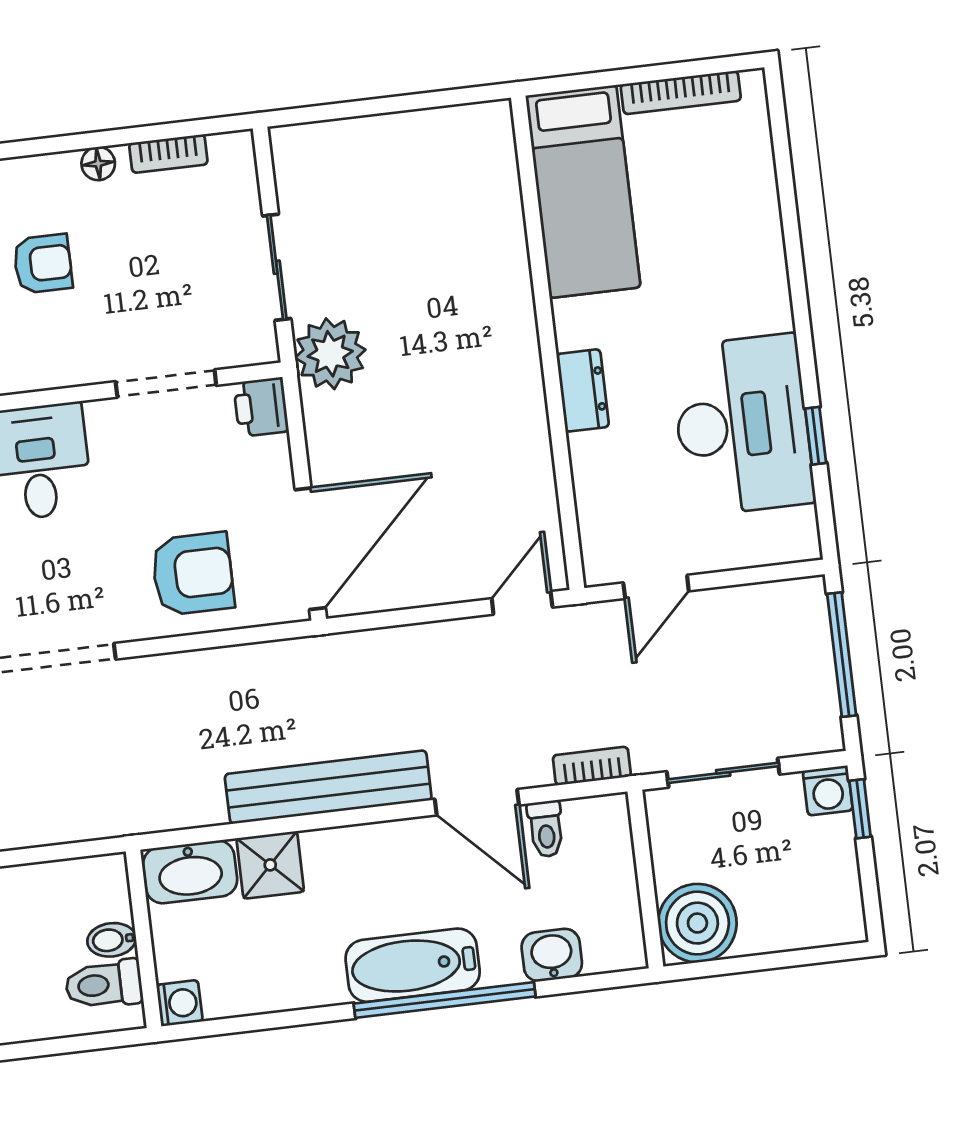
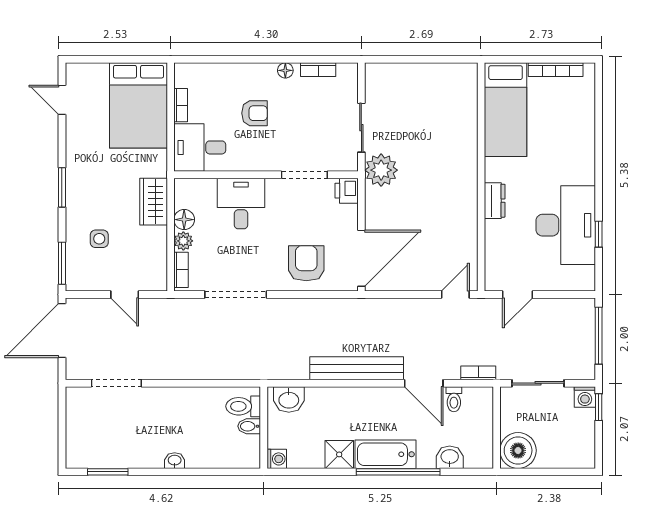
armchair: (193, 574) -> (306, 263), turned -90
shower: (270, 865) -> (339, 454), moved
washbasin: (190, 872) -> (289, 399), width x0.72
toilet: (104, 984) -> (243, 406), moved

